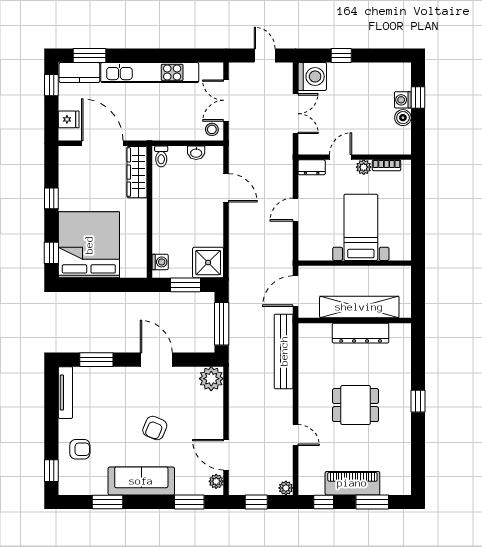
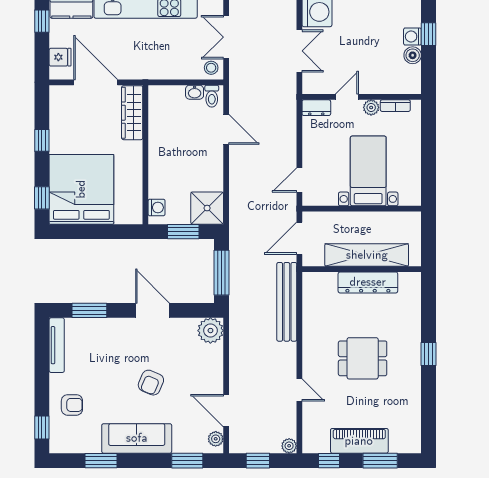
toilet: (161, 156) -> (212, 96), moved
door: (296, 210) -> (299, 180), moved

